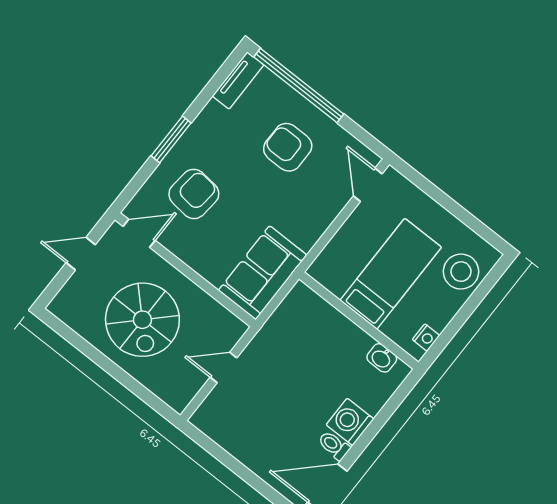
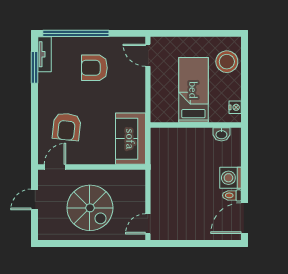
window: (171, 139) -> (34, 67), moved
armchair: (194, 194) -> (67, 127), turned 180
door: (223, 367) -> (148, 224), moved

